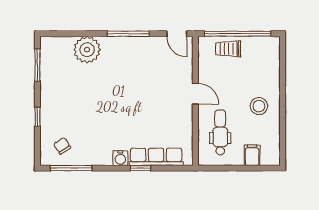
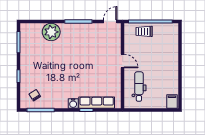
door: (177, 34) -> (110, 21), swing flipped
stool: (259, 106) -> (164, 69), removed
filing cabinet: (252, 155) -> (172, 101), moved

